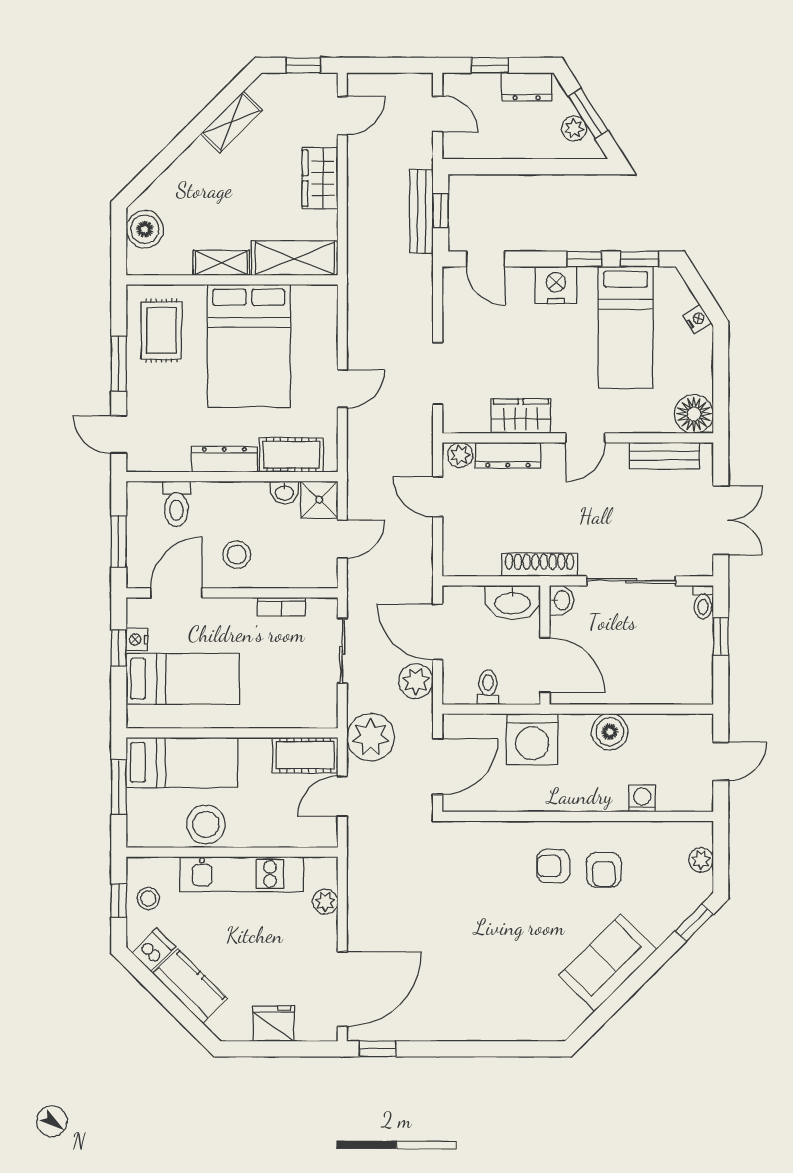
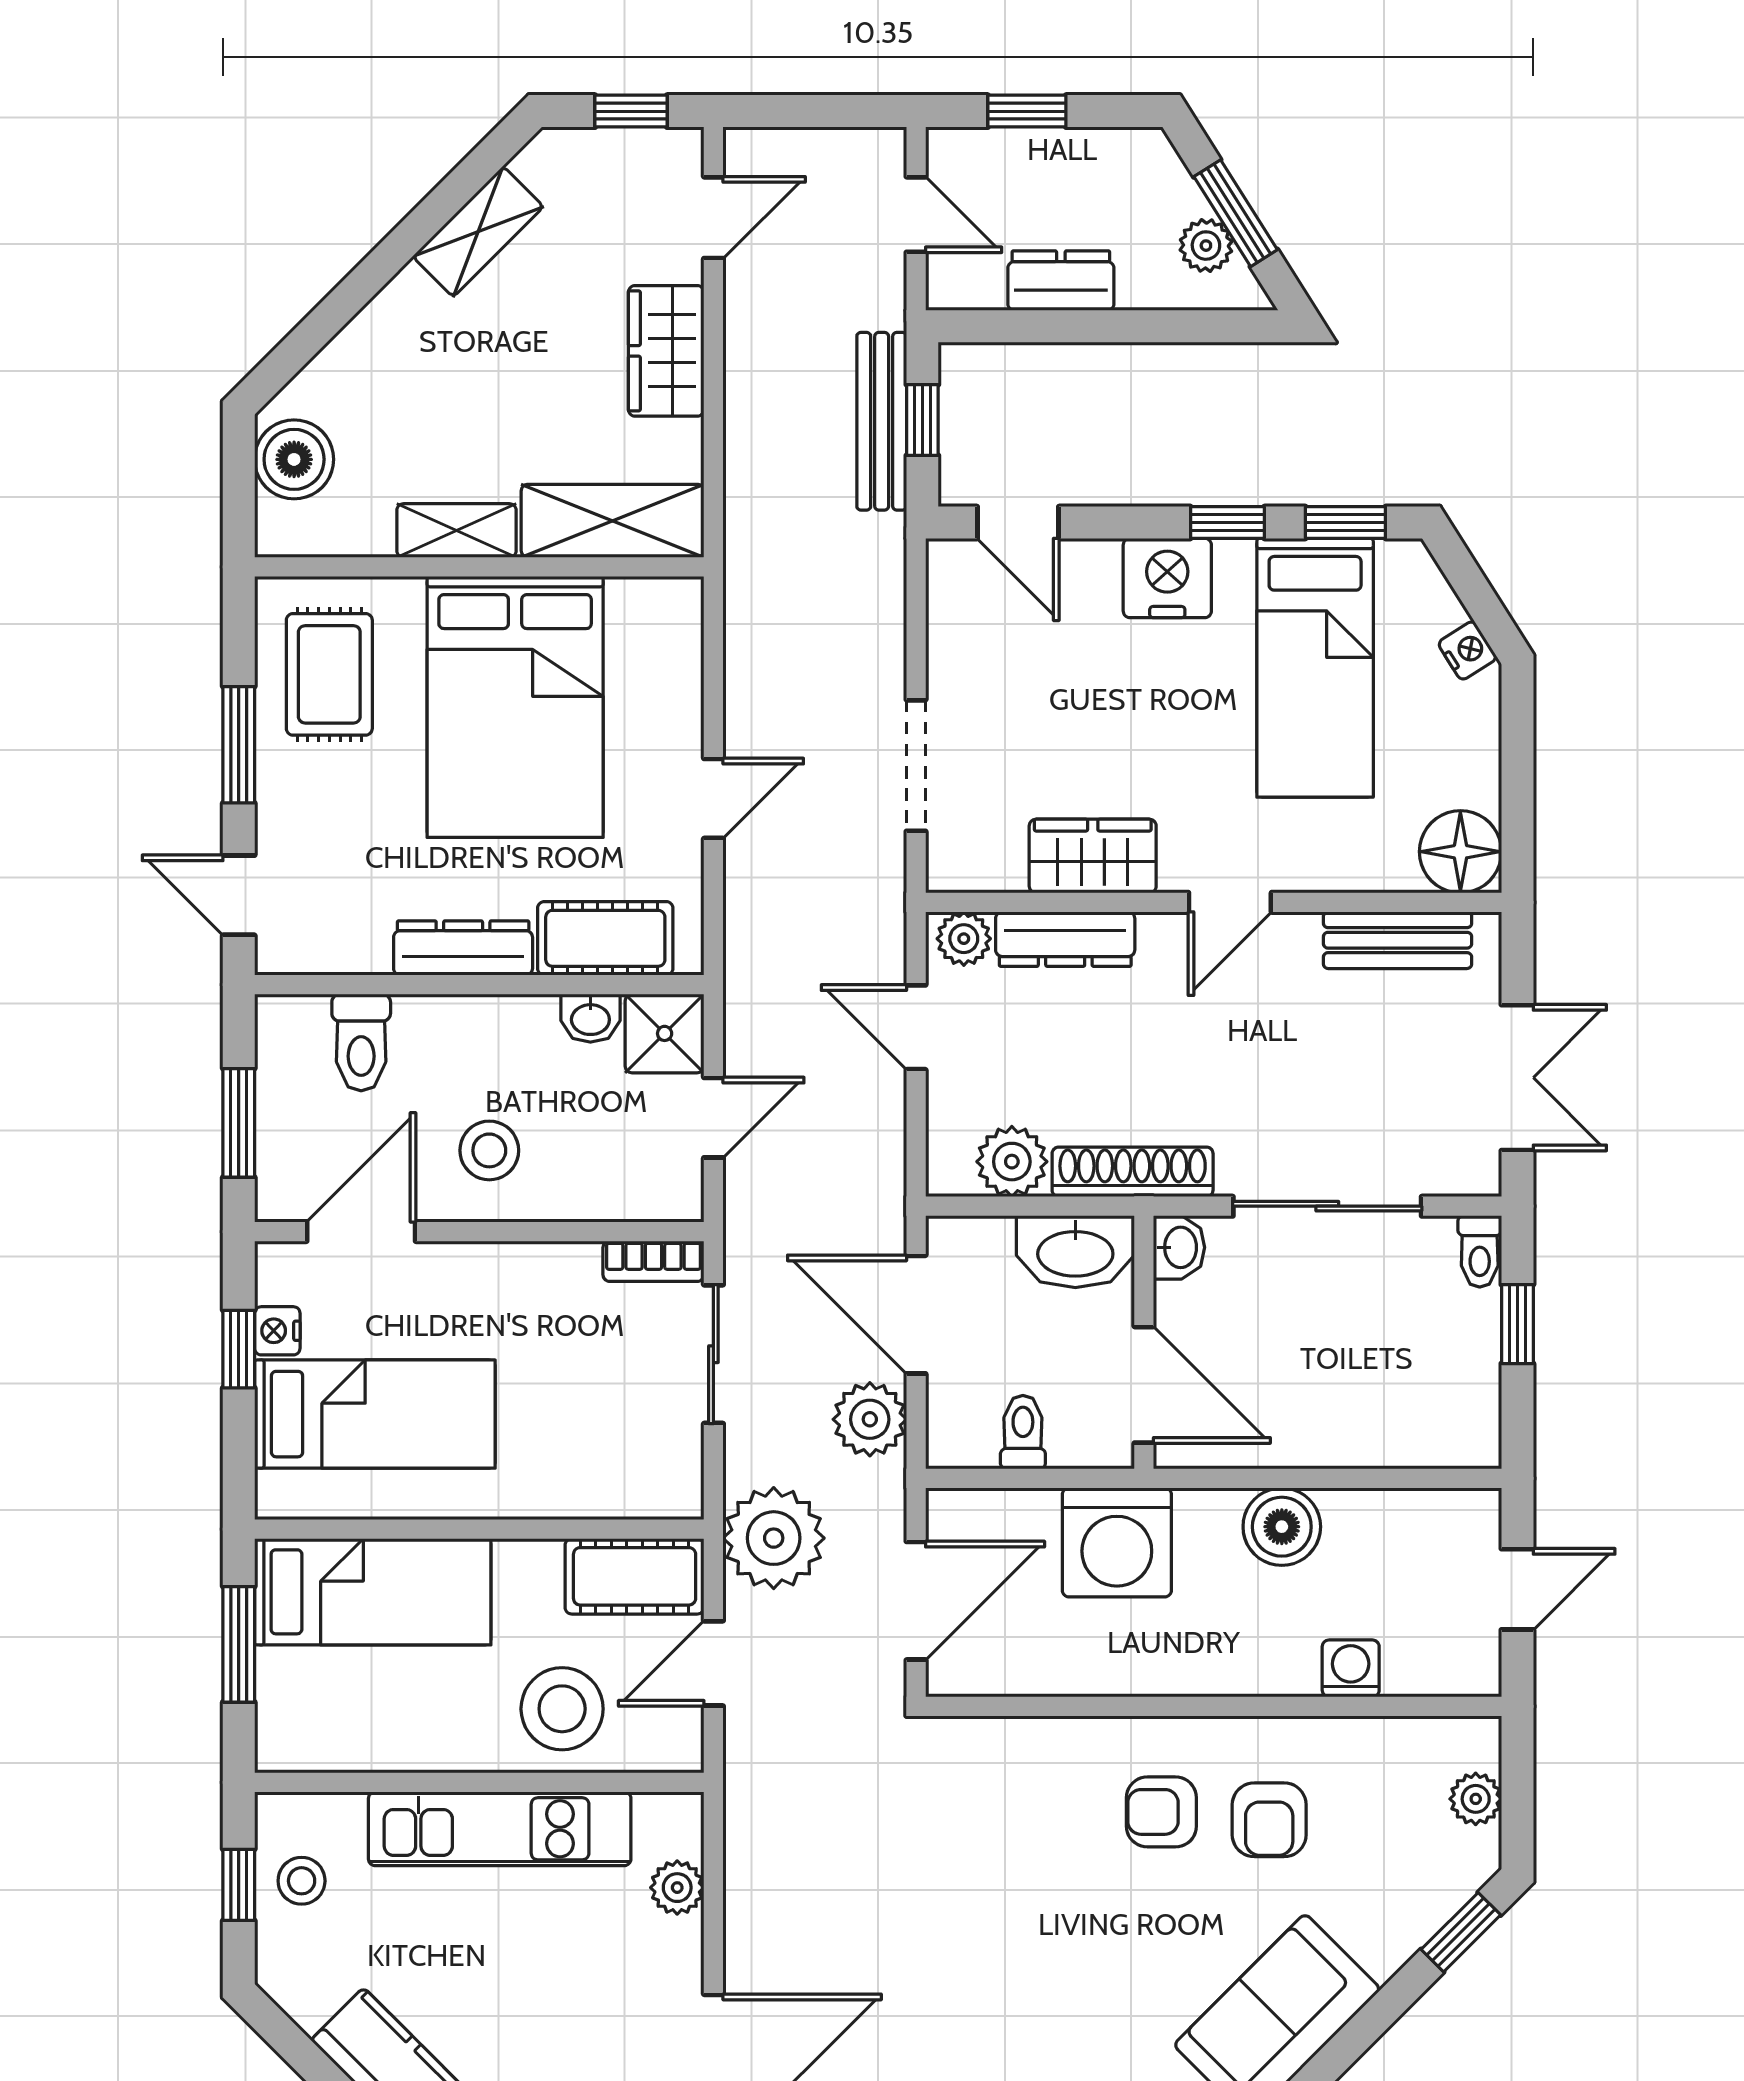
dresser: (527, 87) -> (1061, 281), moved, turned 180
plant: (483, 560) -> (1012, 1162), added
bookcase: (281, 607) -> (653, 1261), moved
stool: (206, 824) -> (562, 1709), moved
dishwasher: (154, 950) -> (313, 1990), removed

